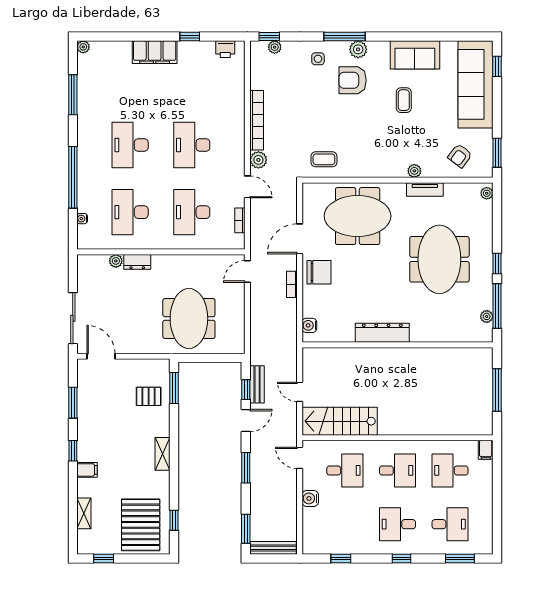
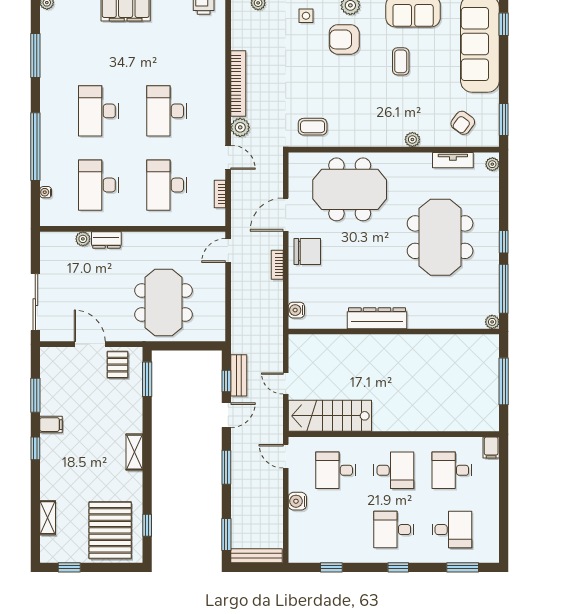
tv unit: (425, 189) -> (453, 160), moved
plant: (487, 316) -> (492, 322), moved
door: (101, 356) -> (90, 344), moved
pallet: (149, 396) -> (118, 365), moved, turned 90
filing cabinet: (87, 470) -> (51, 425), moved
desk: (345, 470) -> (336, 470), turned 180

